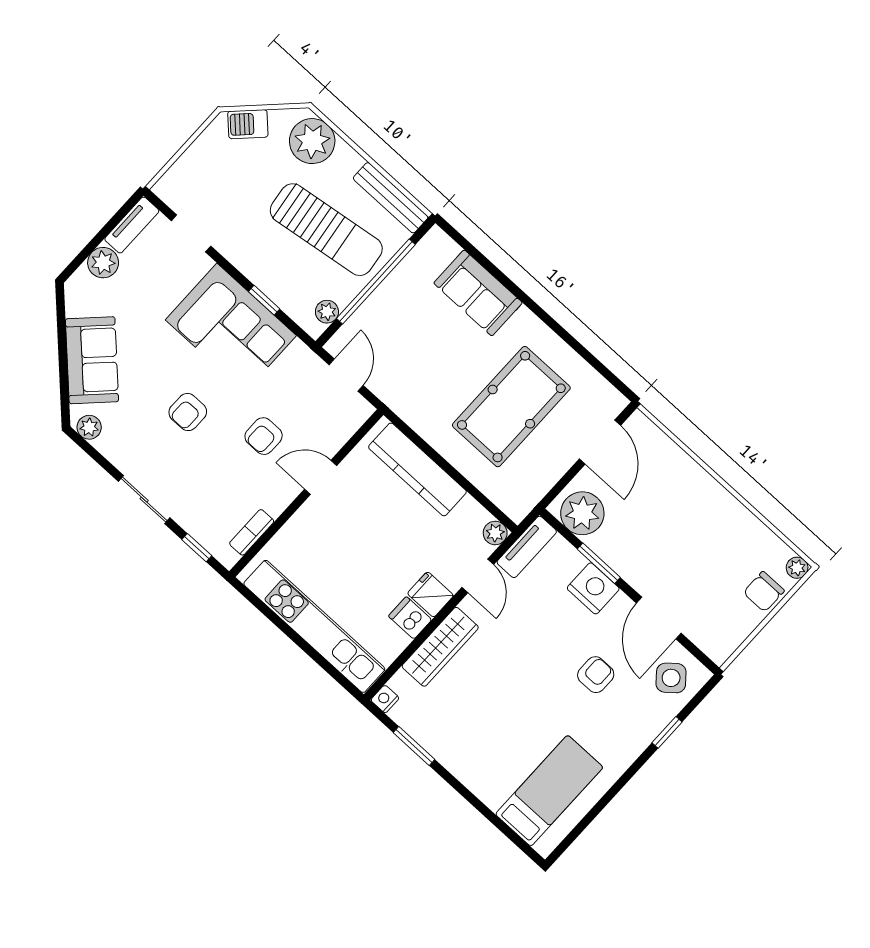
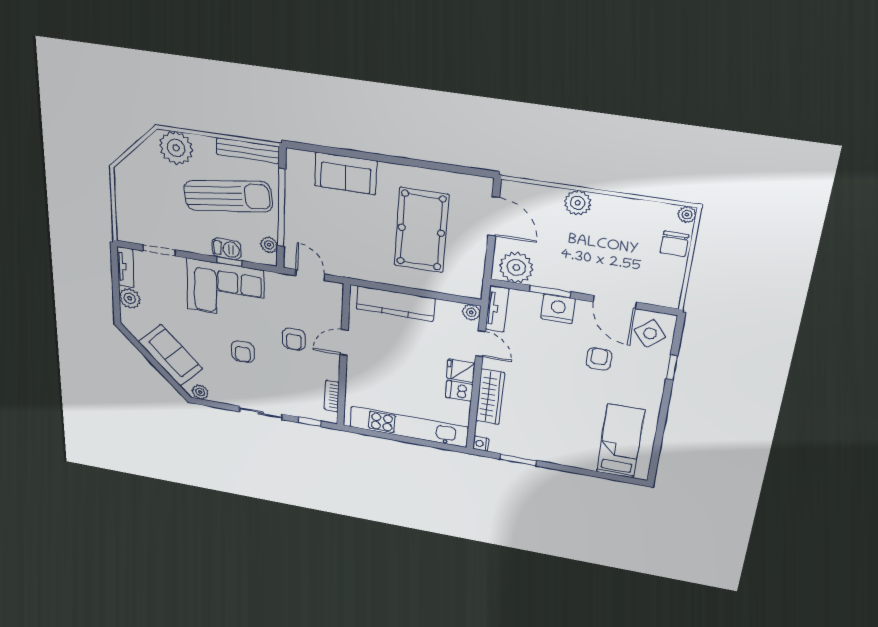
barbecue: (248, 124) -> (227, 249), moved, turned -135
plant: (697, 484) -> (578, 203), added

